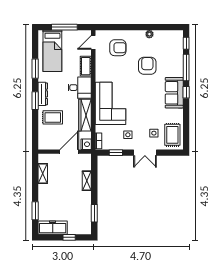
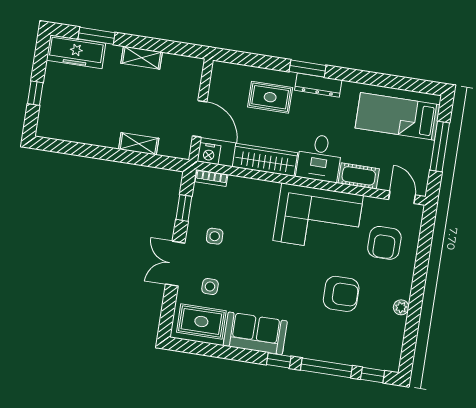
window: (35, 69) -> (369, 78), removed
sofa: (174, 93) -> (255, 333), moved
corner sofa: (110, 103) -> (318, 218), moved
rug: (53, 117) -> (270, 97), turned 90
shelving: (43, 173) -> (142, 58), moved
window: (94, 213) -> (74, 148), removed
freezer: (53, 228) -> (76, 52), moved, turned 90

